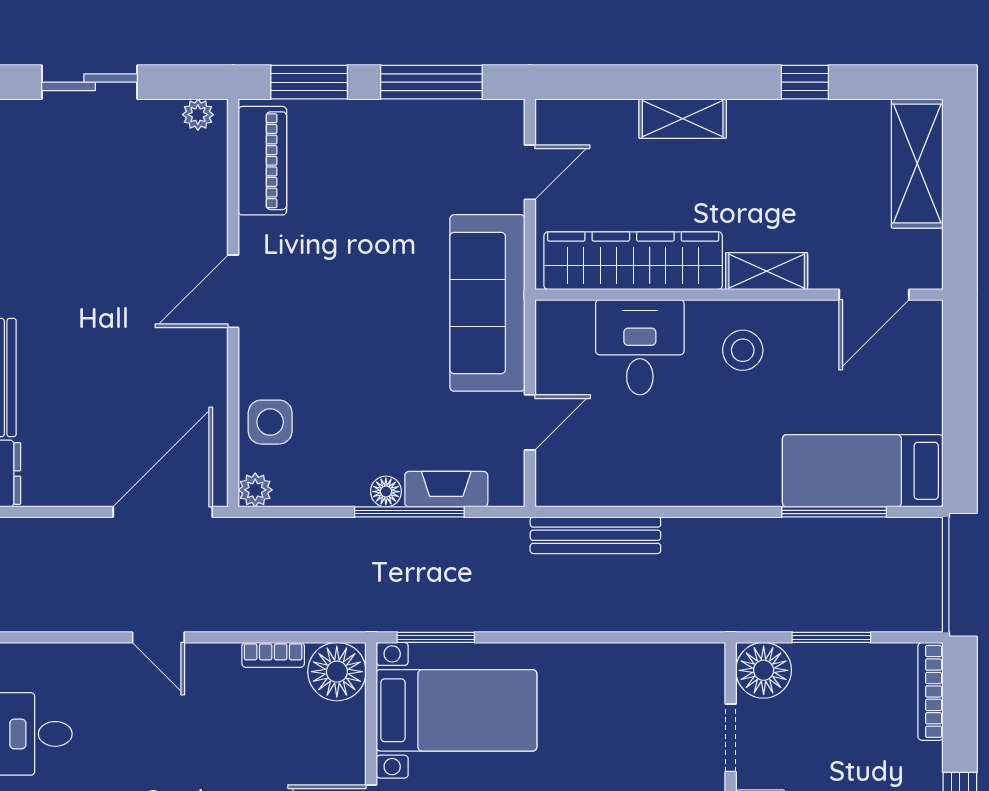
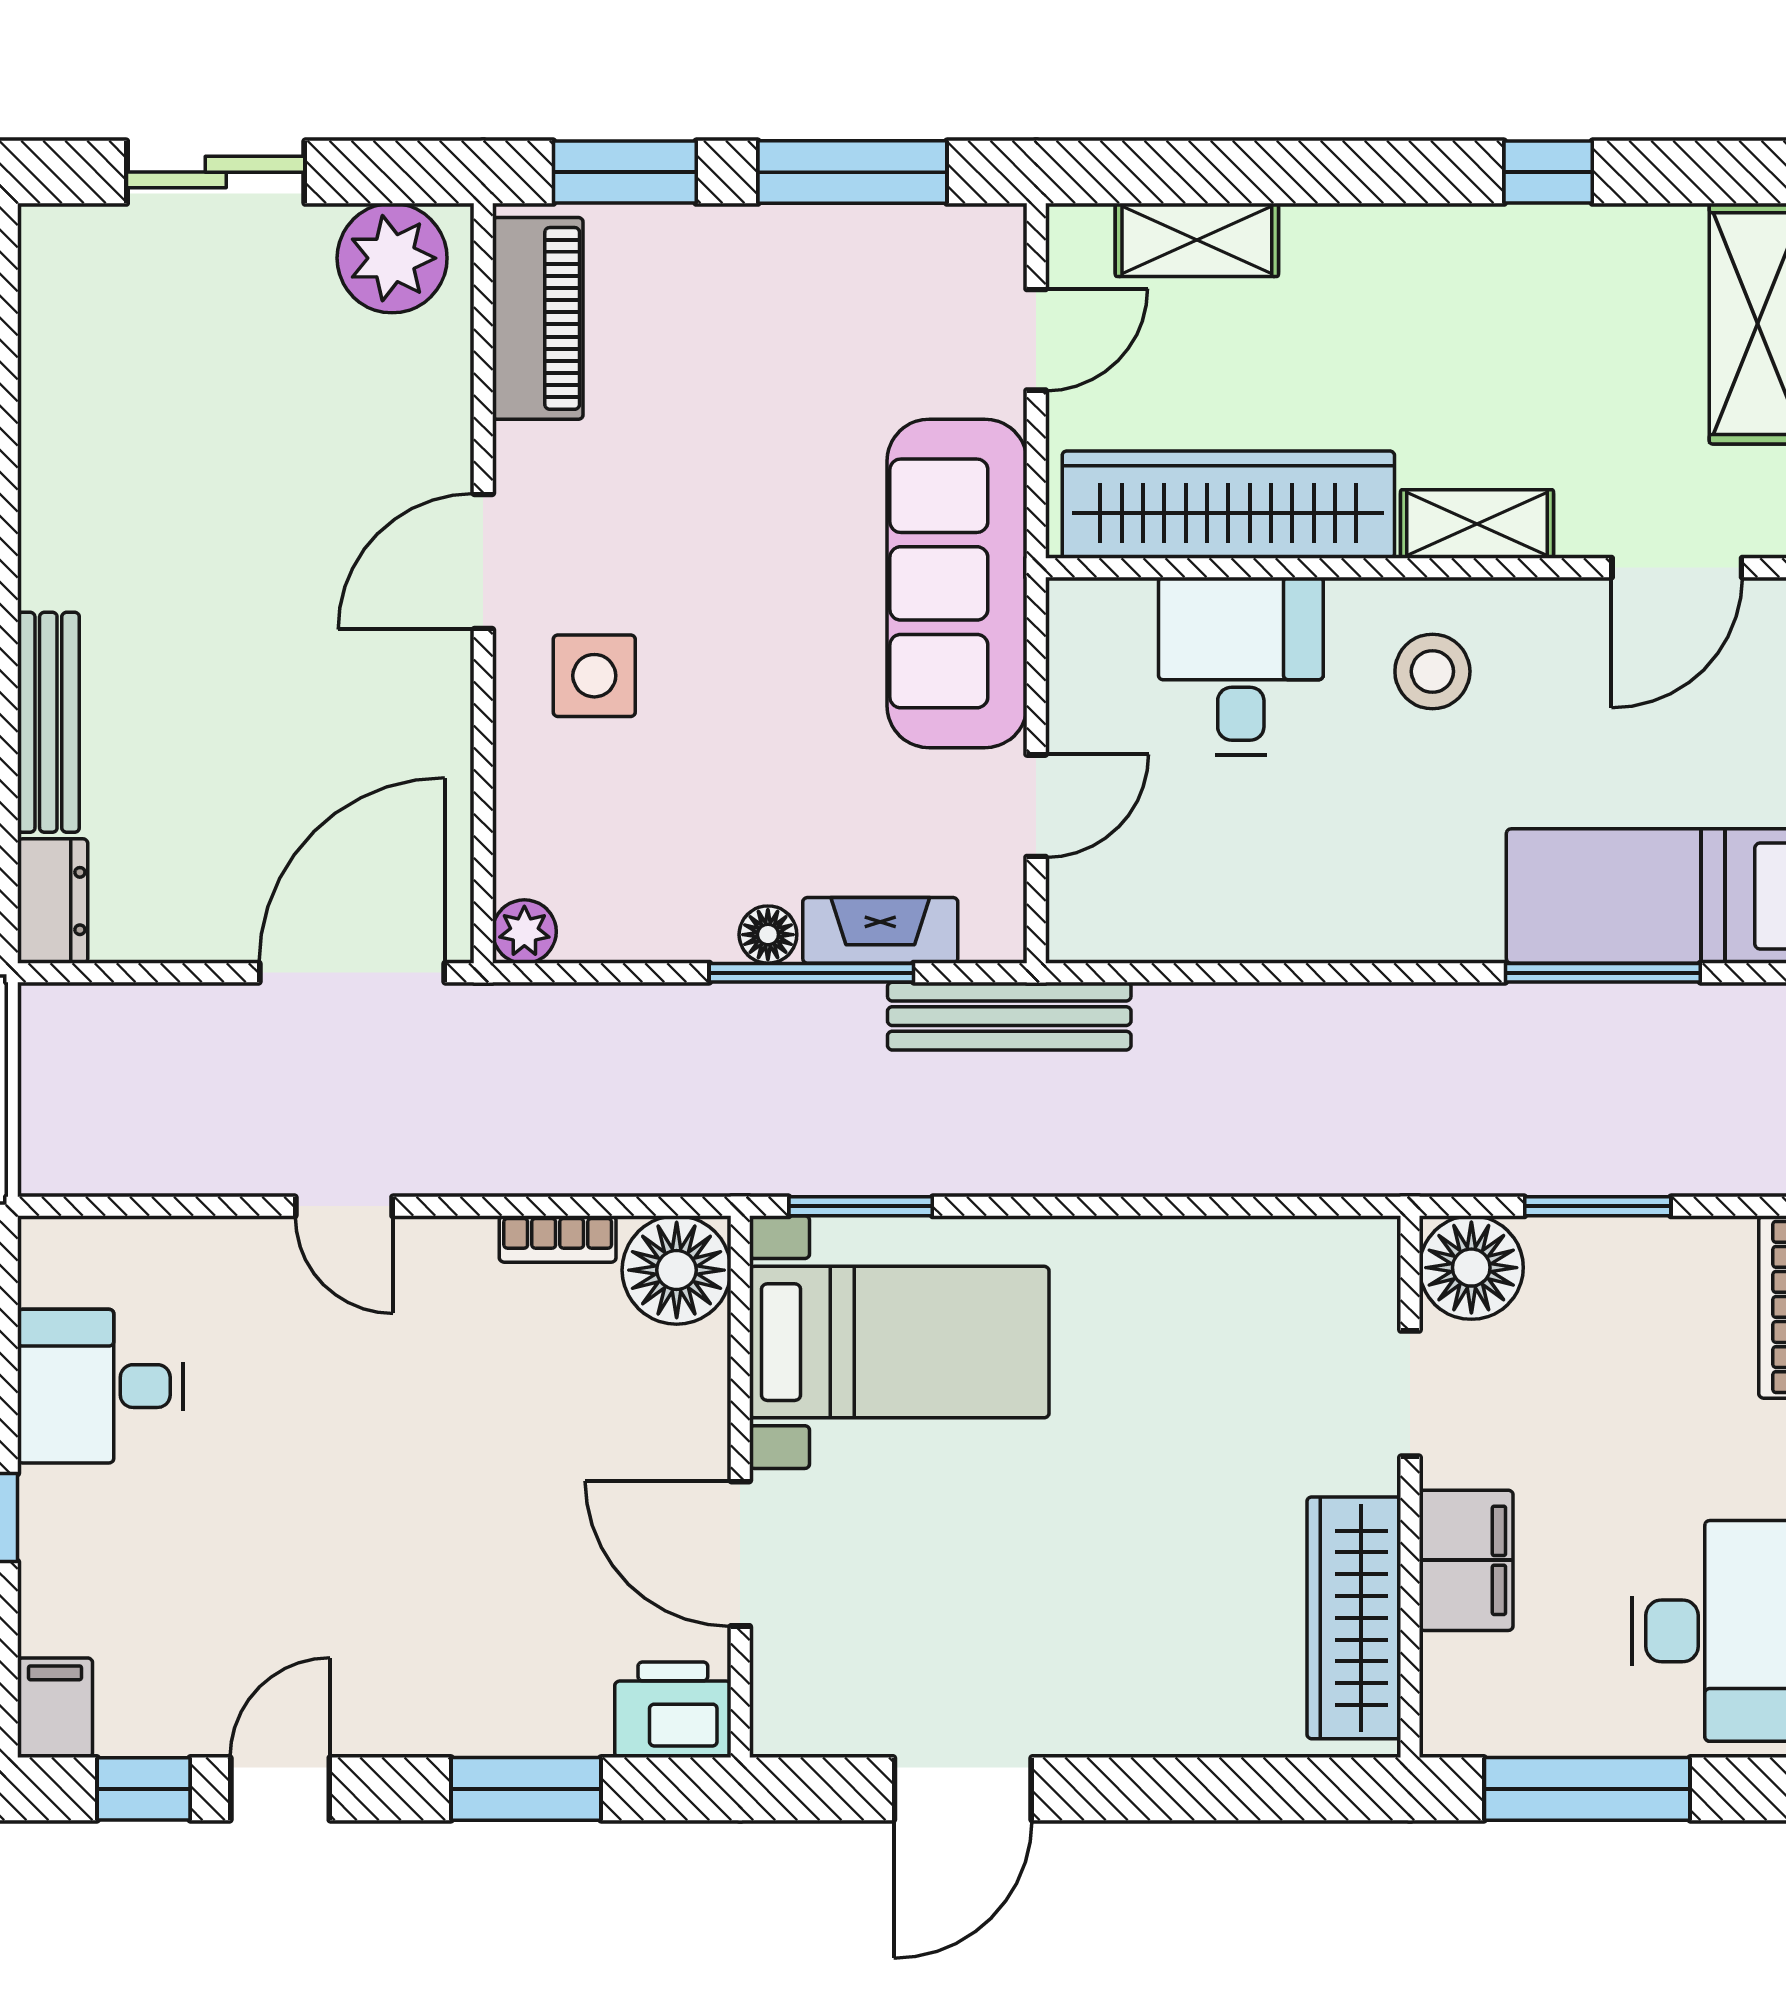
plant: (198, 115) -> (392, 258), width x1.88, depth x1.88
shelving: (683, 119) -> (1197, 240), moved
side table: (270, 422) -> (594, 676), moved
bench: (595, 535) -> (1009, 1016), moved

